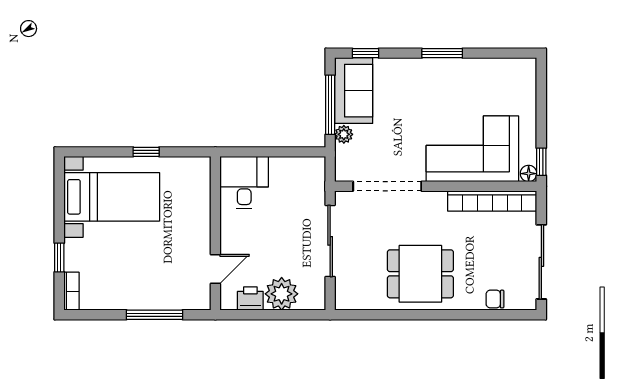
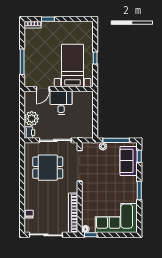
sofa: (354, 91) -> (129, 161), moved, turned 90
corner sofa: (472, 149) -> (116, 218), moved, turned -90
desk: (244, 183) -> (61, 103), moved, turned -90
bed with nightstands: (112, 197) -> (73, 66), moved, turned 180
door: (215, 269) -> (43, 89), hinge flipped
dining table: (420, 274) -> (48, 168), moved, turned 90
printer: (250, 299) -> (29, 133), moved

